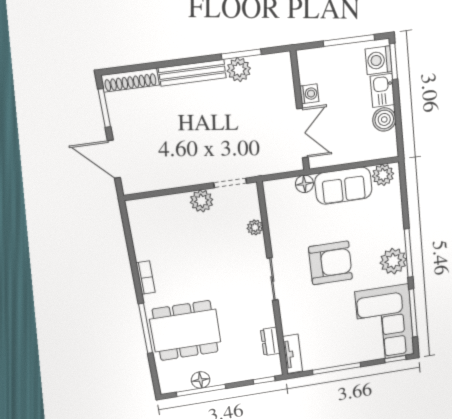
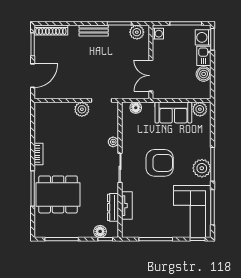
plant: (239, 70) -> (137, 32), moved
bench: (192, 73) -> (94, 30), width x0.73
washing machine: (309, 94) -> (158, 34), moved
double door: (302, 133) -> (151, 76), swing flipped
door: (114, 159) -> (33, 76), swing flipped
floor lamp: (304, 184) -> (136, 108), moved
plant: (255, 227) -> (113, 142), moved
dresser: (270, 341) -> (113, 207), width x1.44
tv unit: (292, 354) -> (127, 206), moved
floor lamp: (201, 380) -> (100, 231), moved

